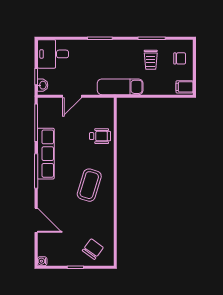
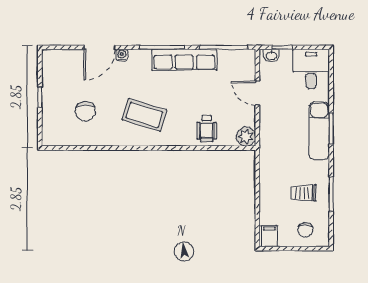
exam couch: (120, 87) -> (319, 131), moved, turned 180
plant: (106, 105) -> (246, 137), added
chair: (93, 249) -> (85, 111), moved, turned 54
water cooler: (42, 261) -> (122, 55), moved

